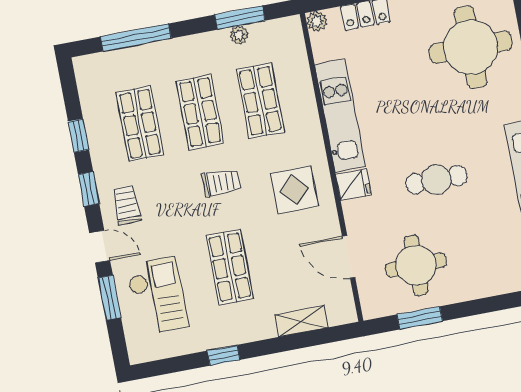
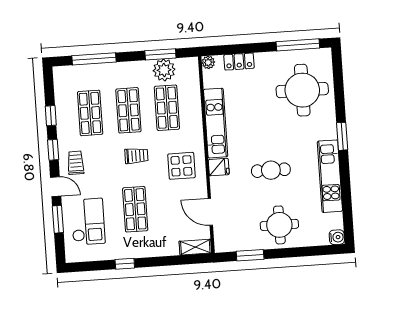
plant: (239, 35) -> (164, 70), width x1.88, depth x1.88
round table: (416, 265) -> (279, 225), moved
shelving: (302, 321) -> (195, 247), moved

